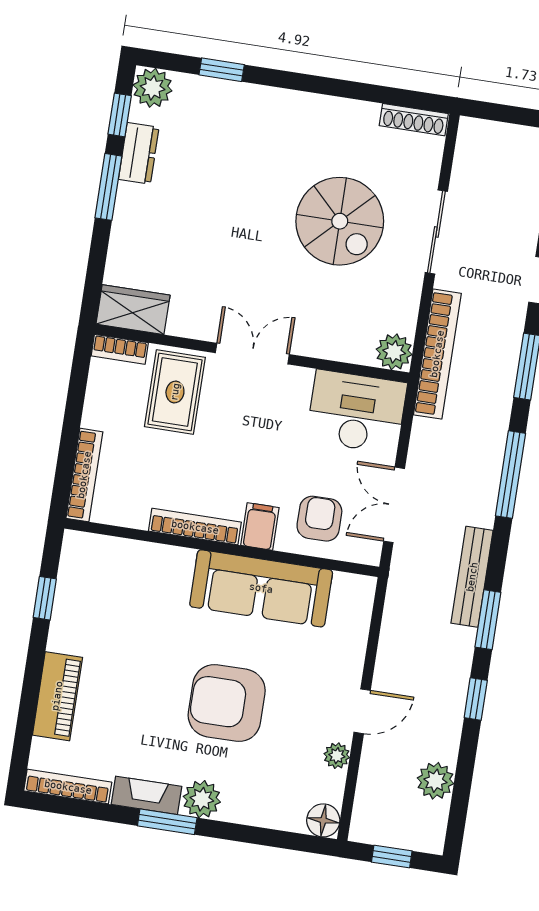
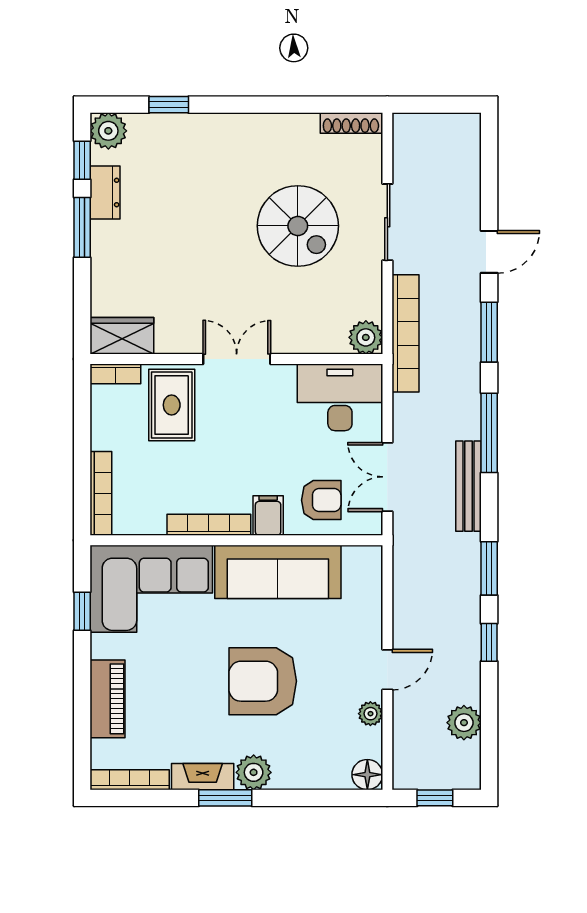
armchair: (319, 519) -> (321, 500), turned 90
bench: (472, 577) -> (468, 486), moved
corner sofa: (123, 585) -> (151, 589), added

